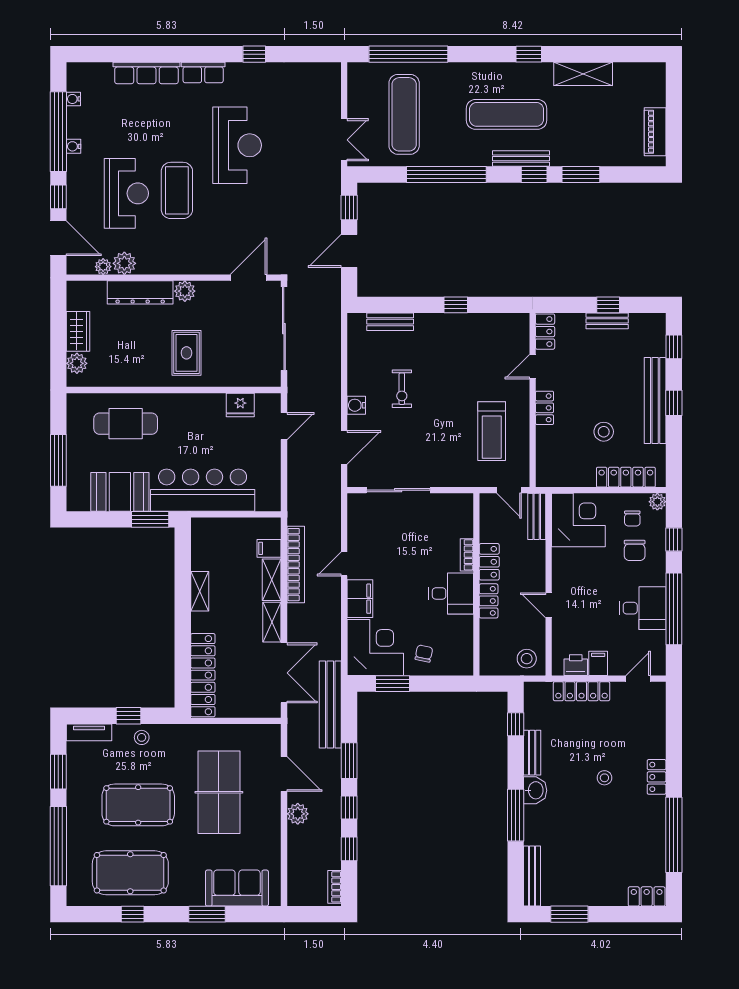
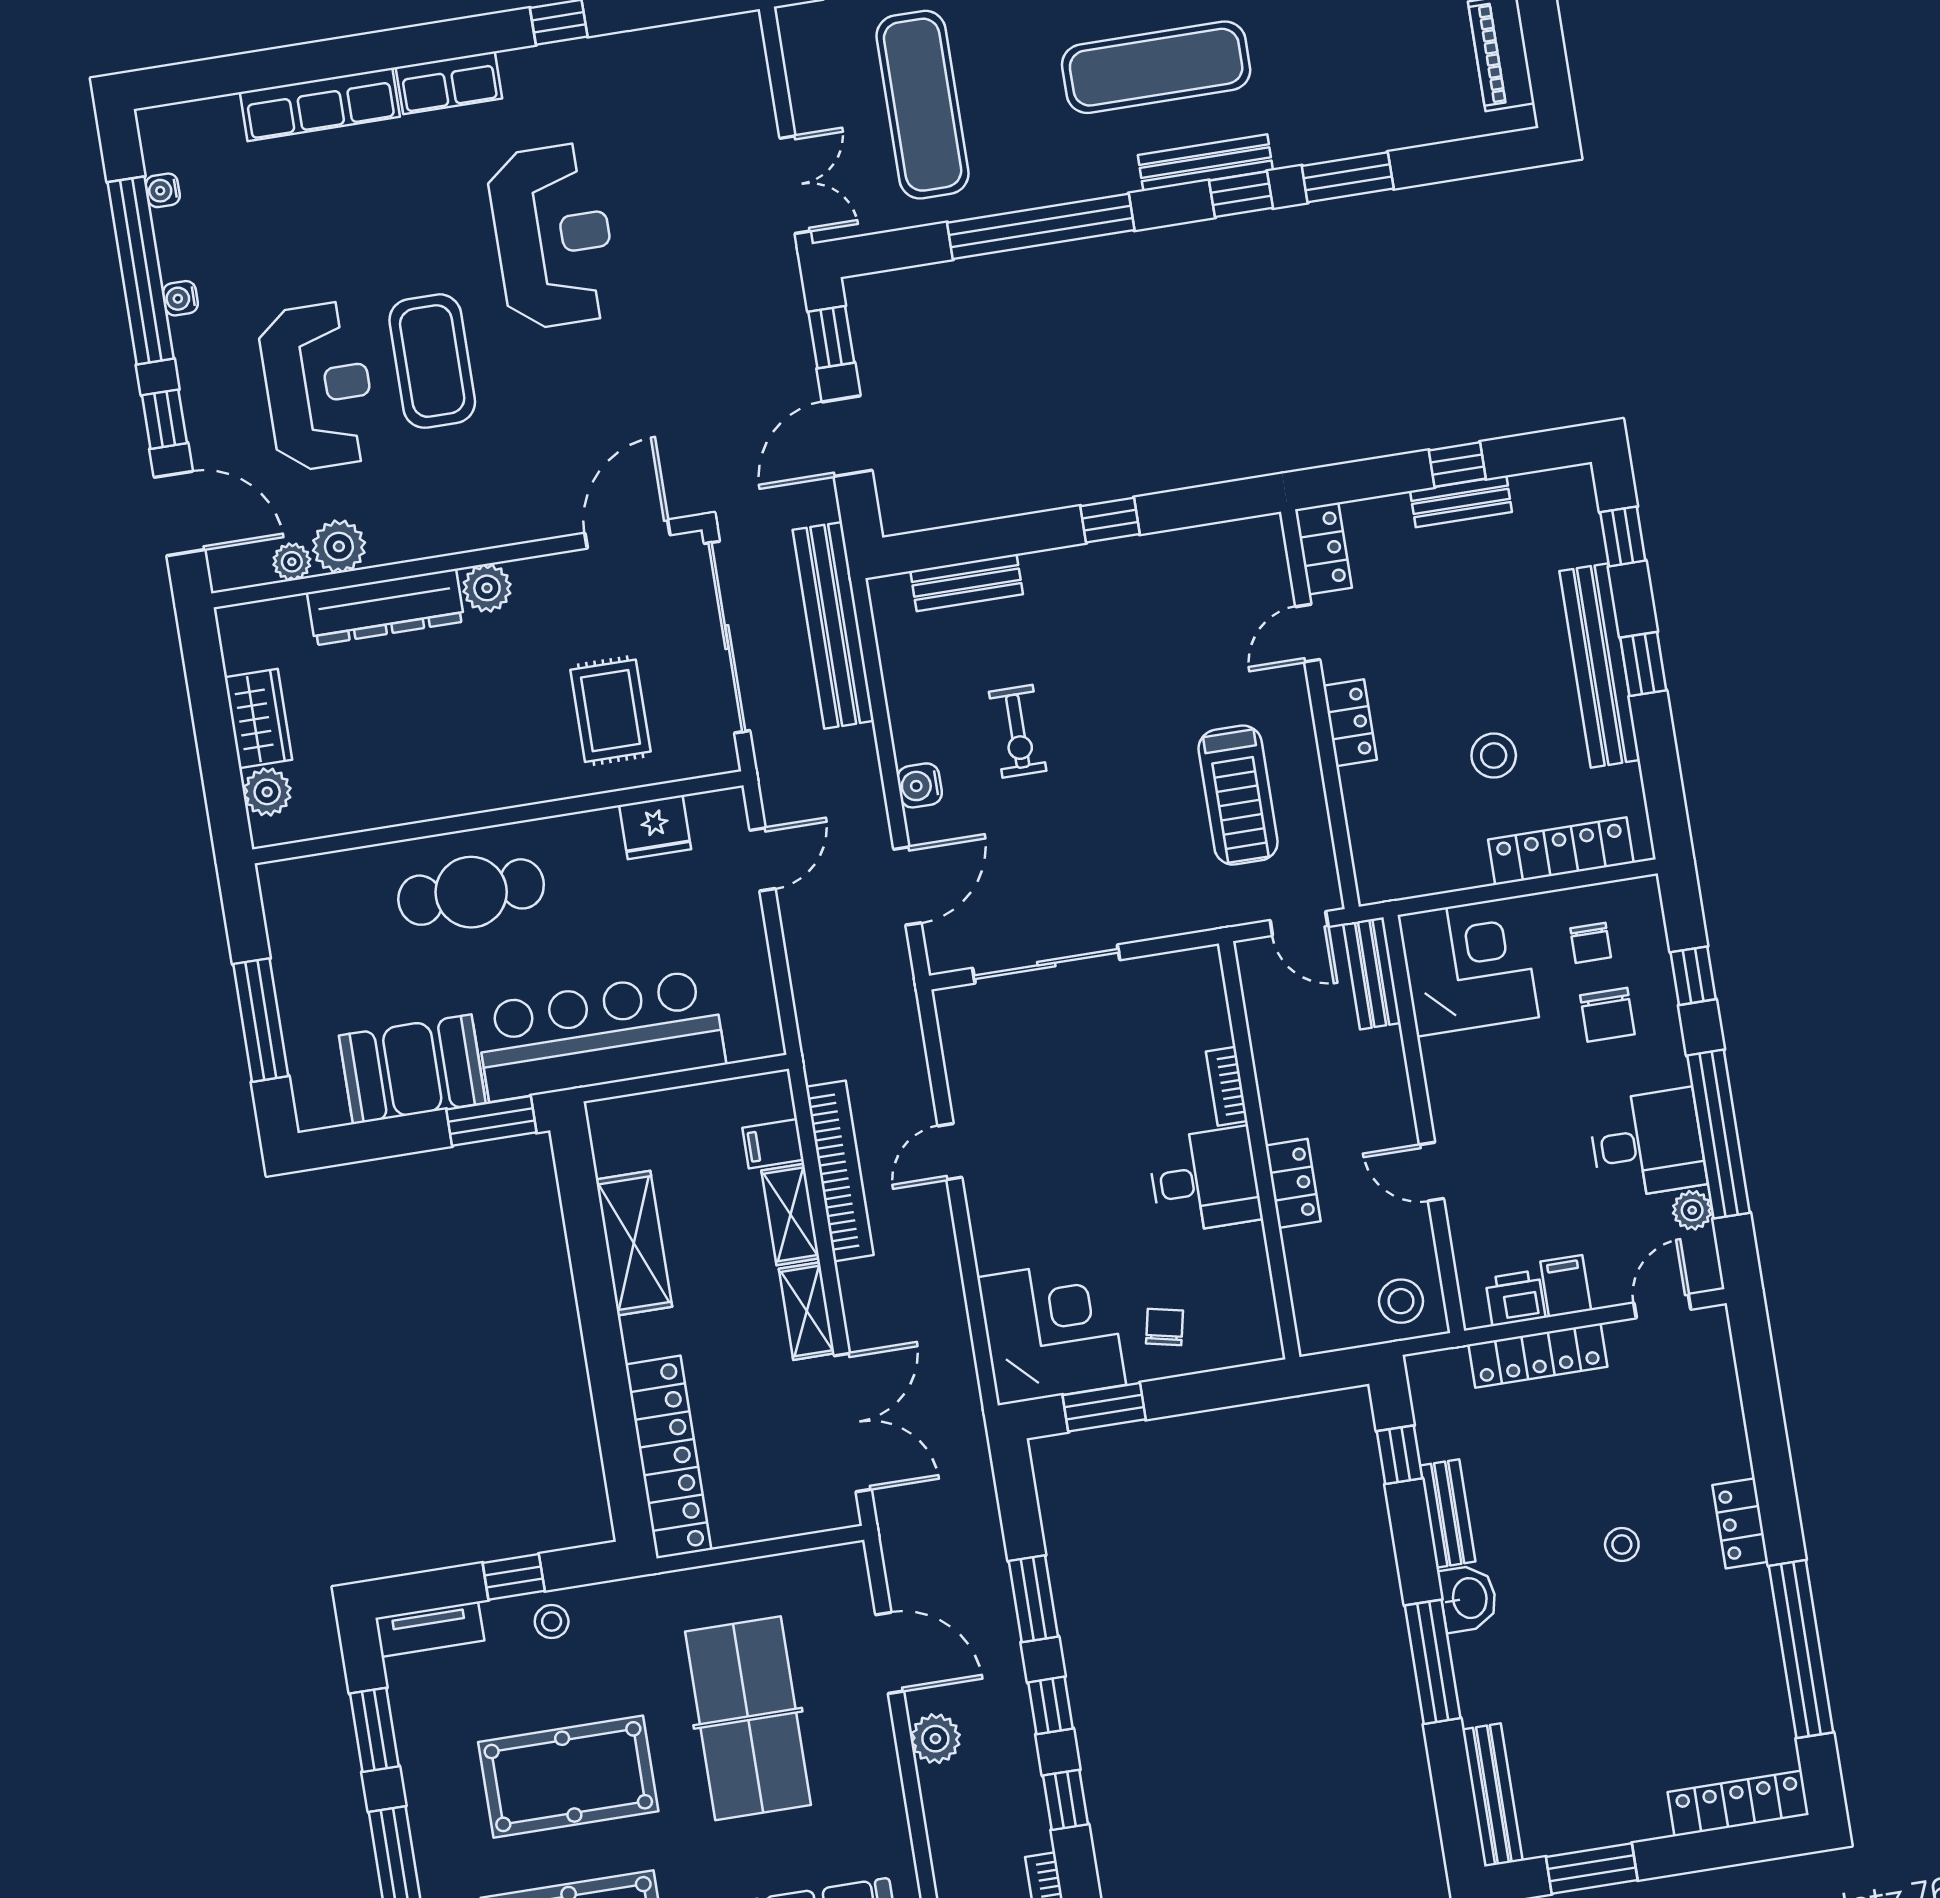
rug: (186, 353) -> (610, 711), moved
cafe table: (126, 424) -> (471, 892), moved
plant: (657, 502) -> (1692, 1210), moved
locker: (489, 562) -> (1280, 1094), removed
shelving: (200, 591) -> (634, 1243), width x1.50, depth x1.33
filing cabinet: (360, 599) -> (999, 1225), removed
bench: (330, 705) -> (833, 625), moved
locker: (647, 896) -> (1738, 1803), width x1.53

